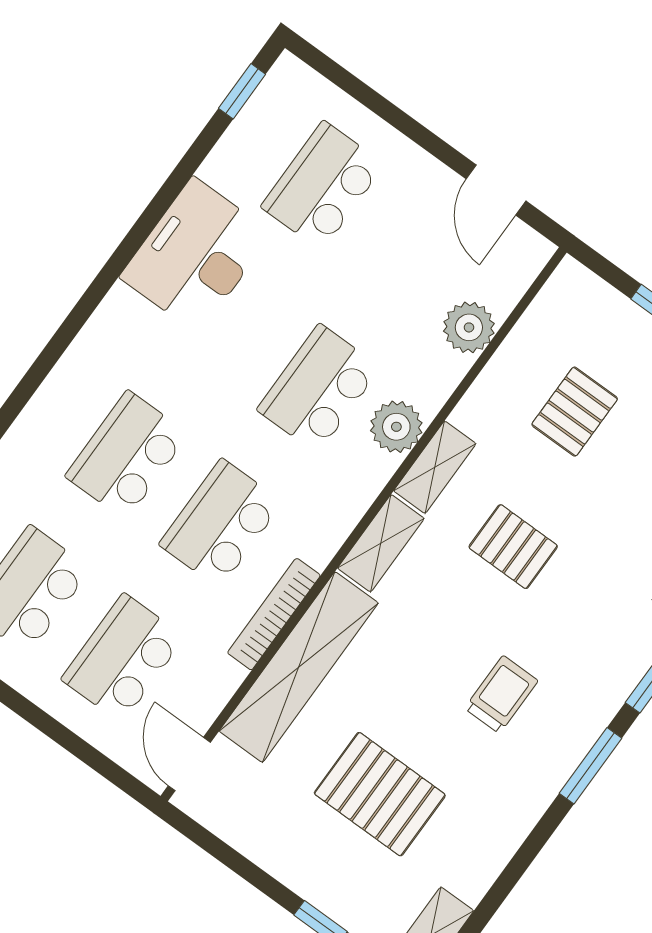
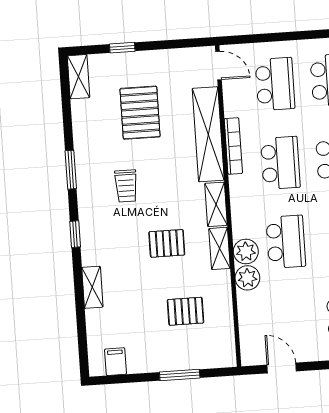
plant: (469, 327) -> (247, 278), moved
pallet: (575, 412) -> (186, 311), turned 90
window: (590, 766) -> (71, 170), moved
pallet: (380, 794) -> (140, 113), turned 90

